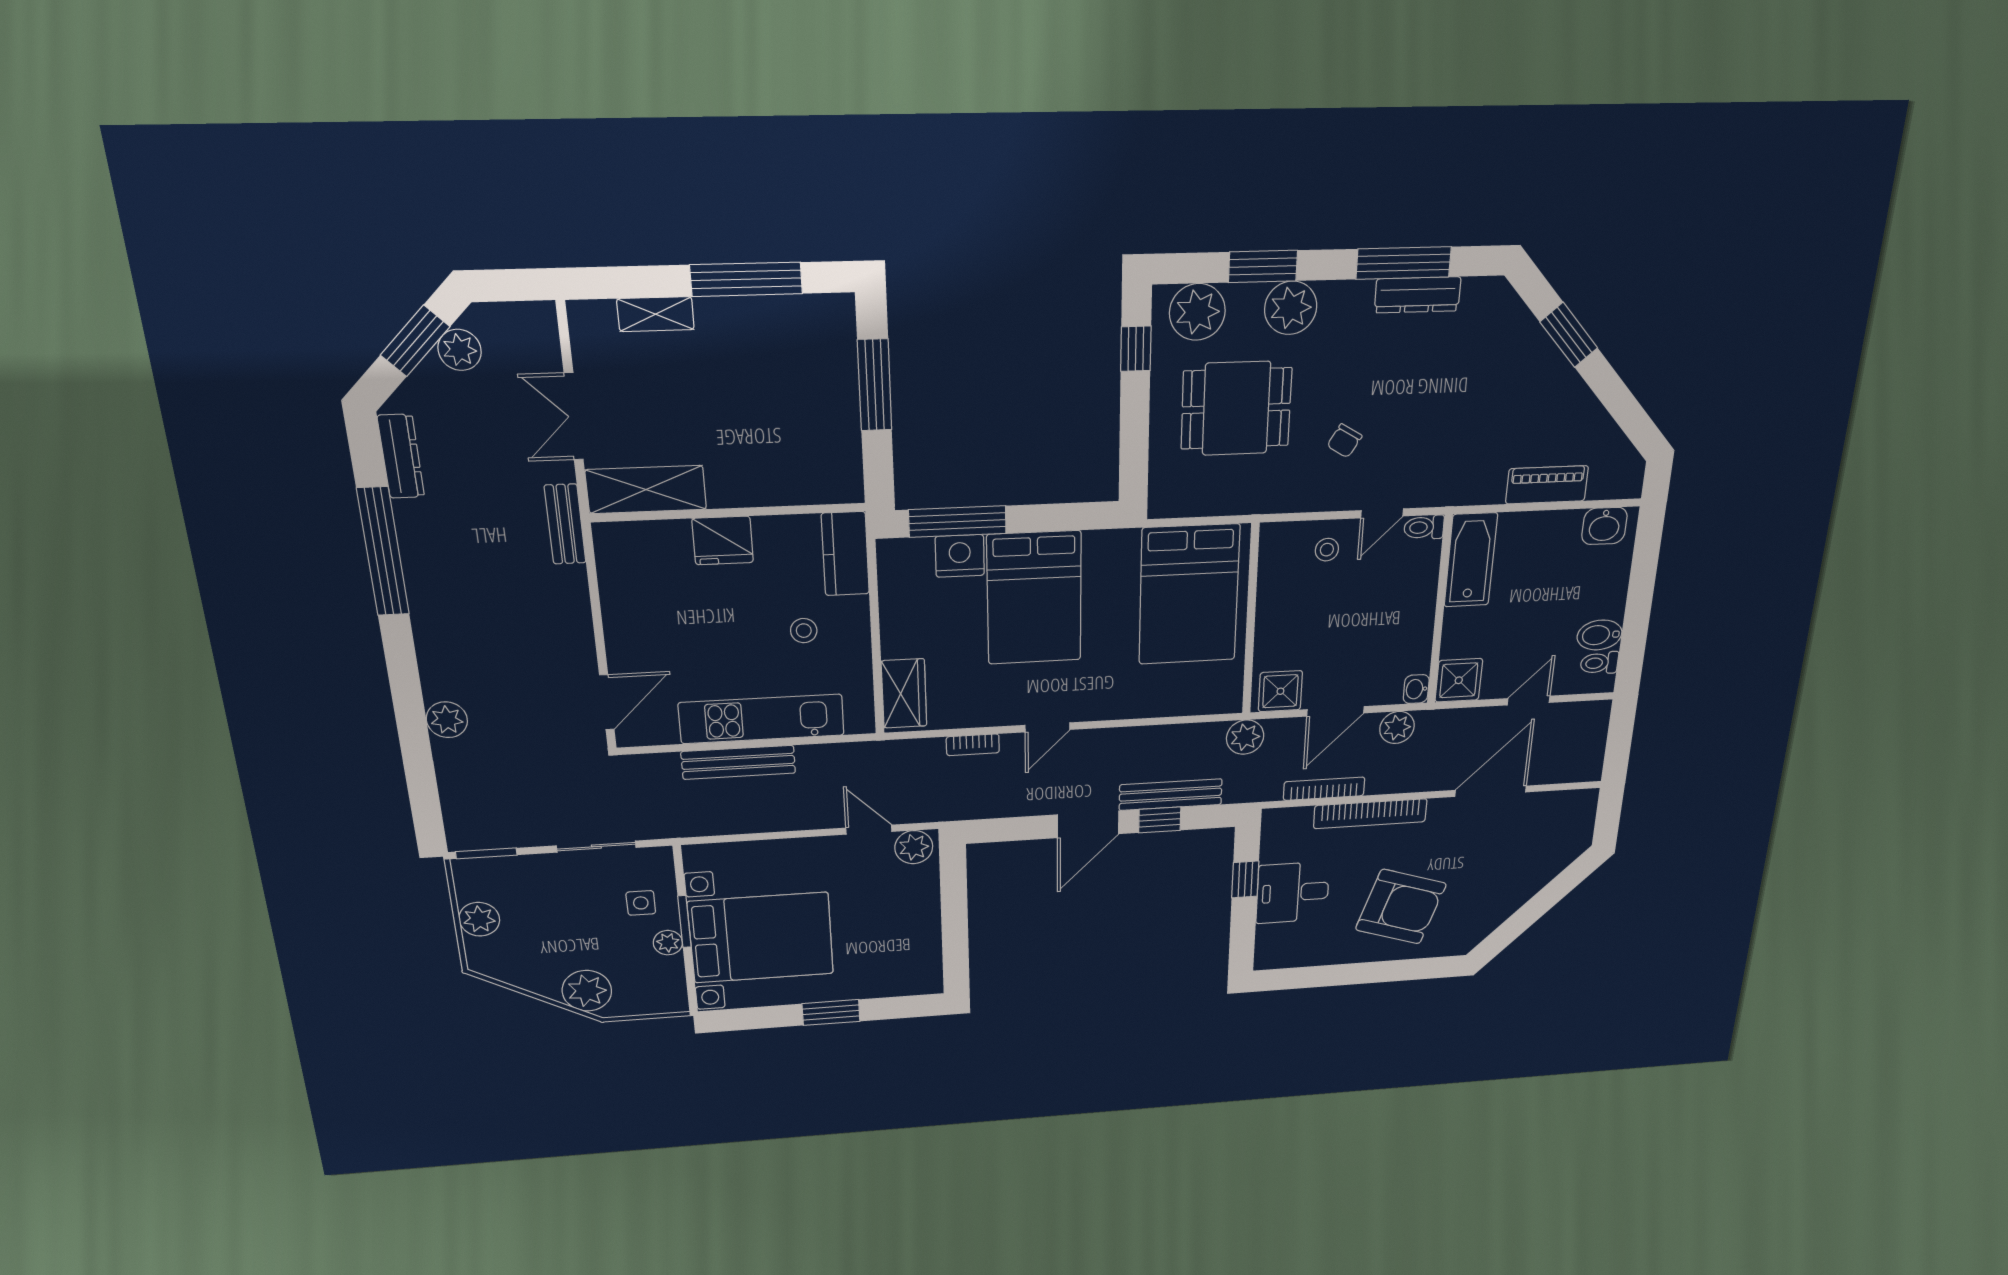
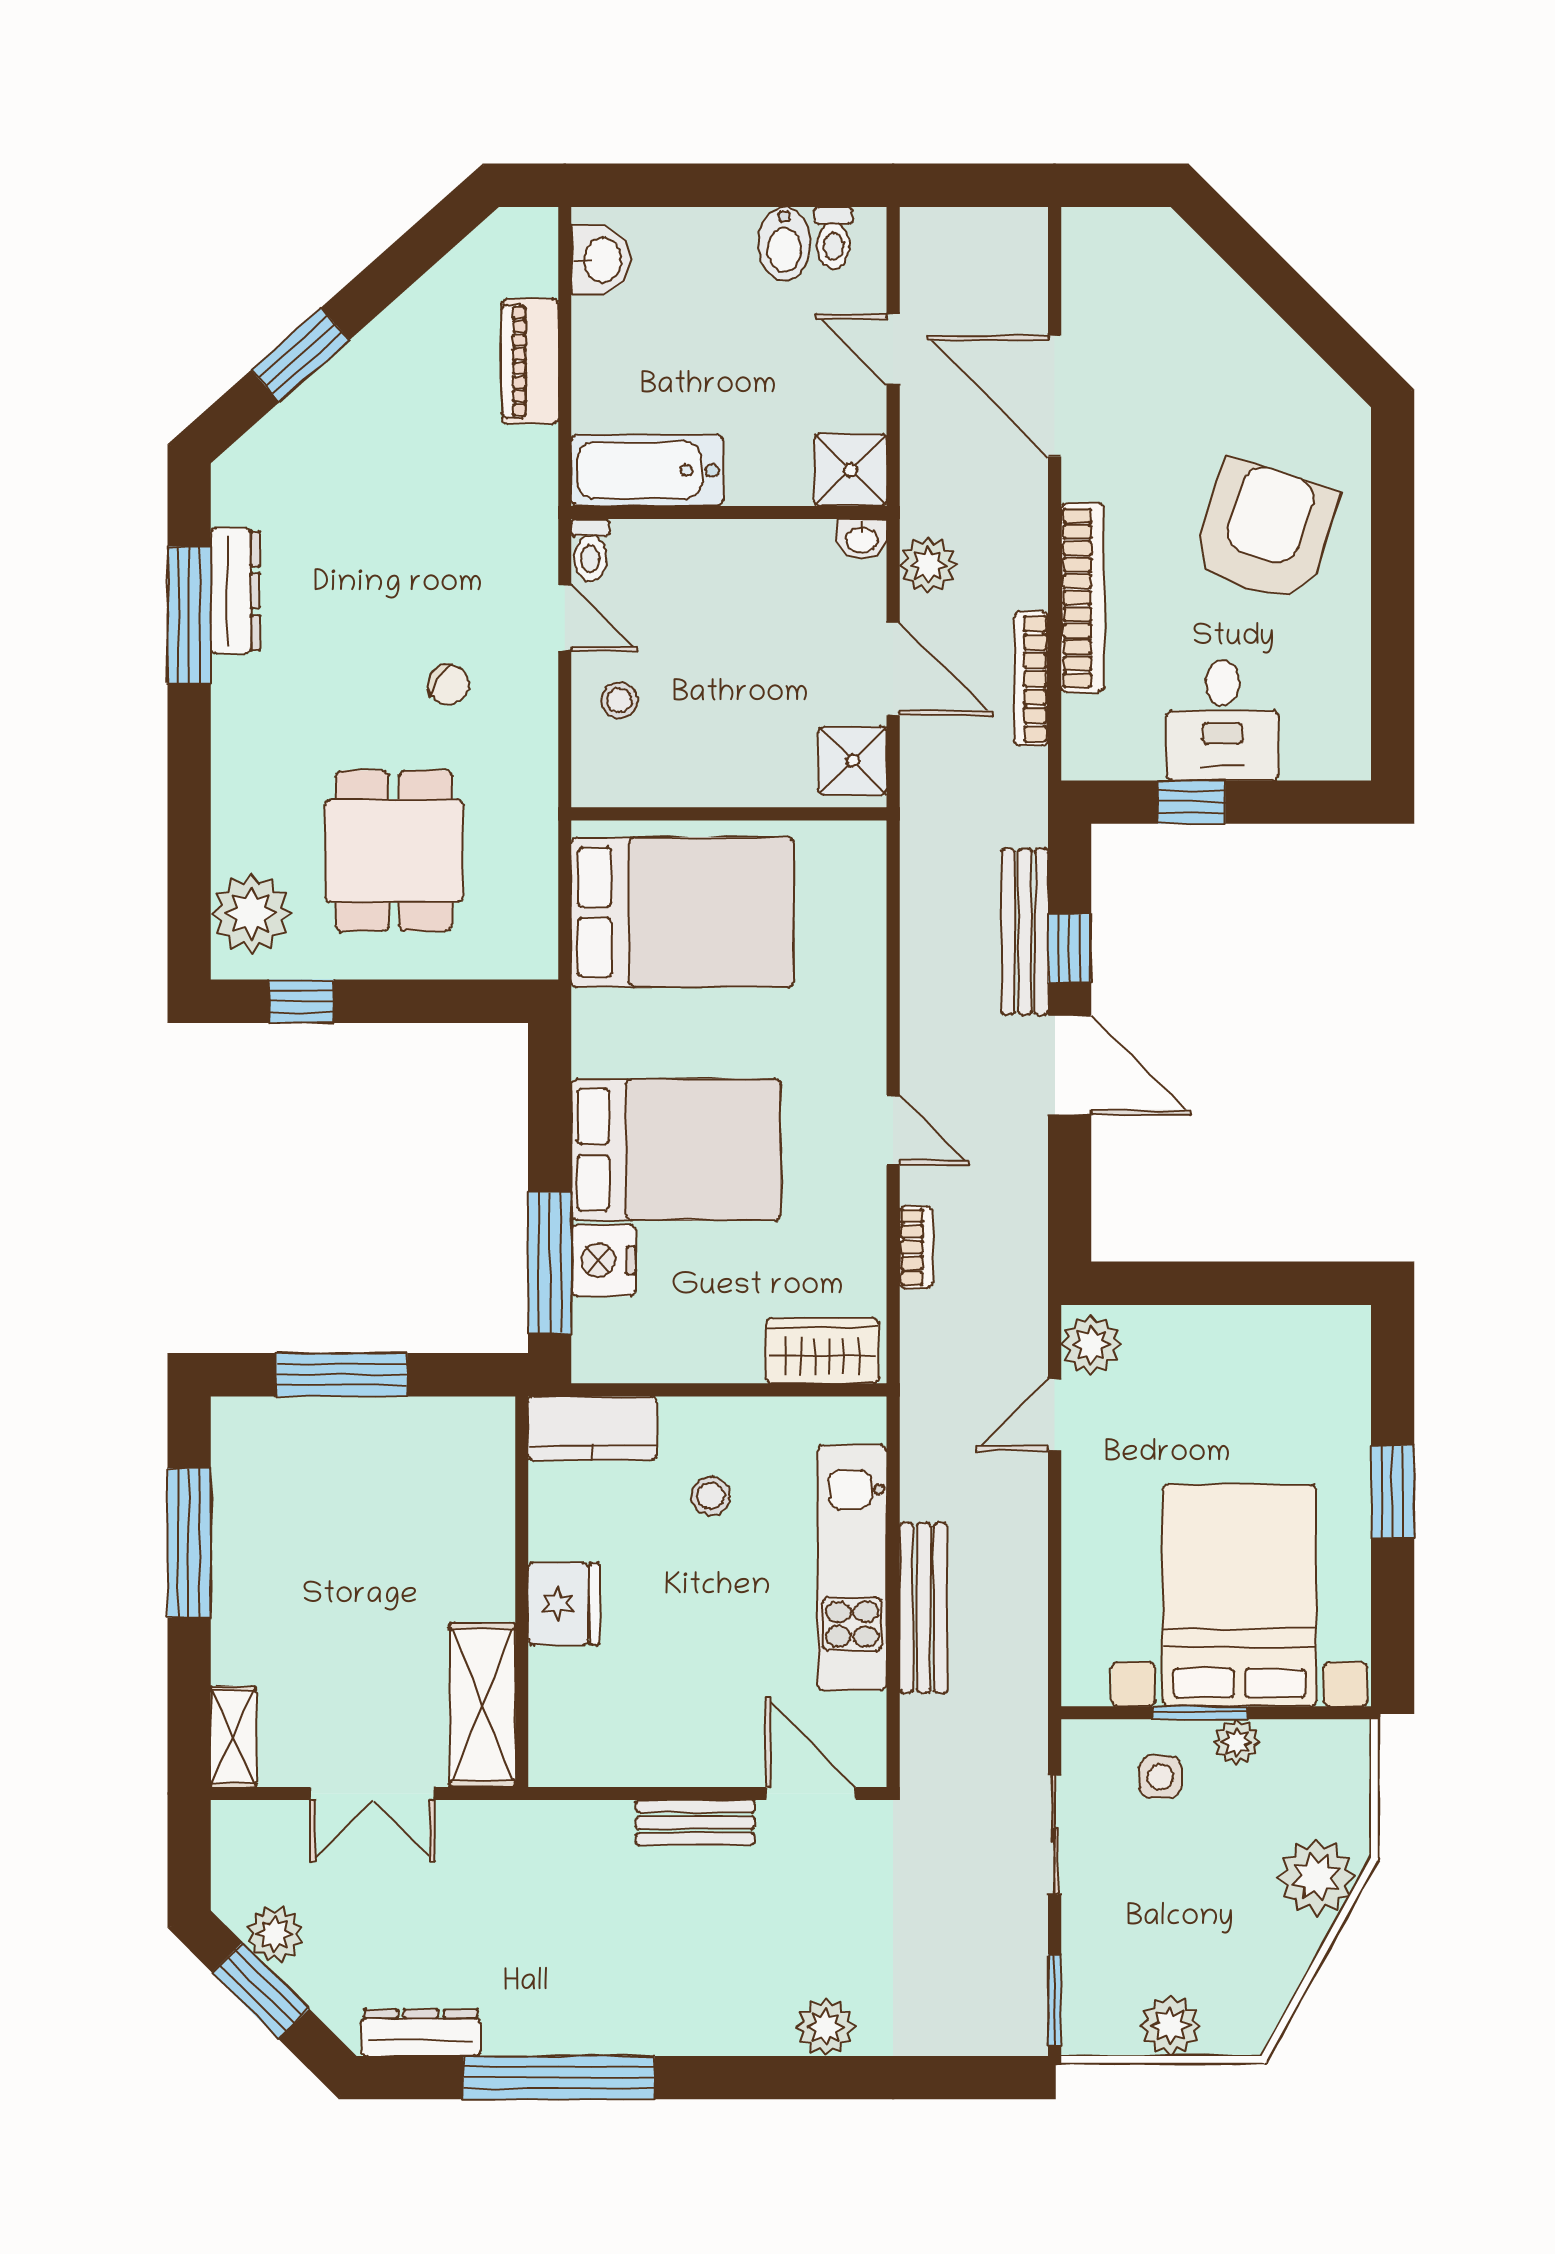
window: (1263, 266) -> (189, 821), removed
plant: (1291, 308) -> (249, 777), removed
shelving: (656, 314) -> (233, 1737), moved
bench: (565, 524) -> (695, 1823), moved
plant: (1245, 737) -> (930, 814), removed

